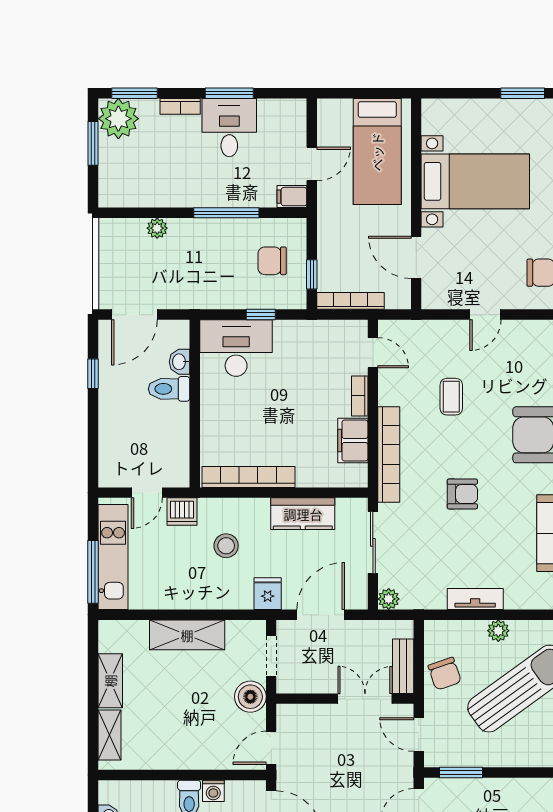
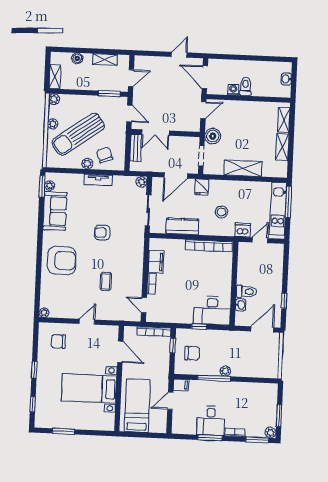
plant: (118, 119) -> (270, 433), width x0.53, depth x0.53
plant: (157, 228) -> (225, 371), moved
bookcase: (389, 455) -> (138, 254), removed
chair: (445, 674) -> (105, 155), moved

